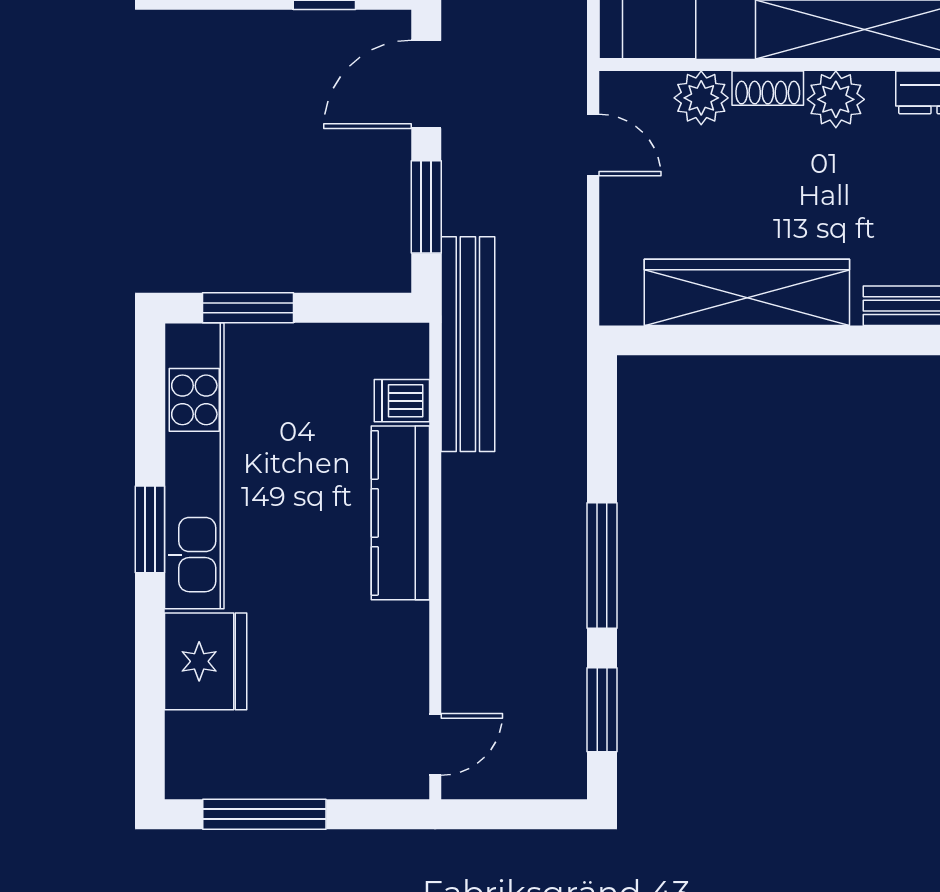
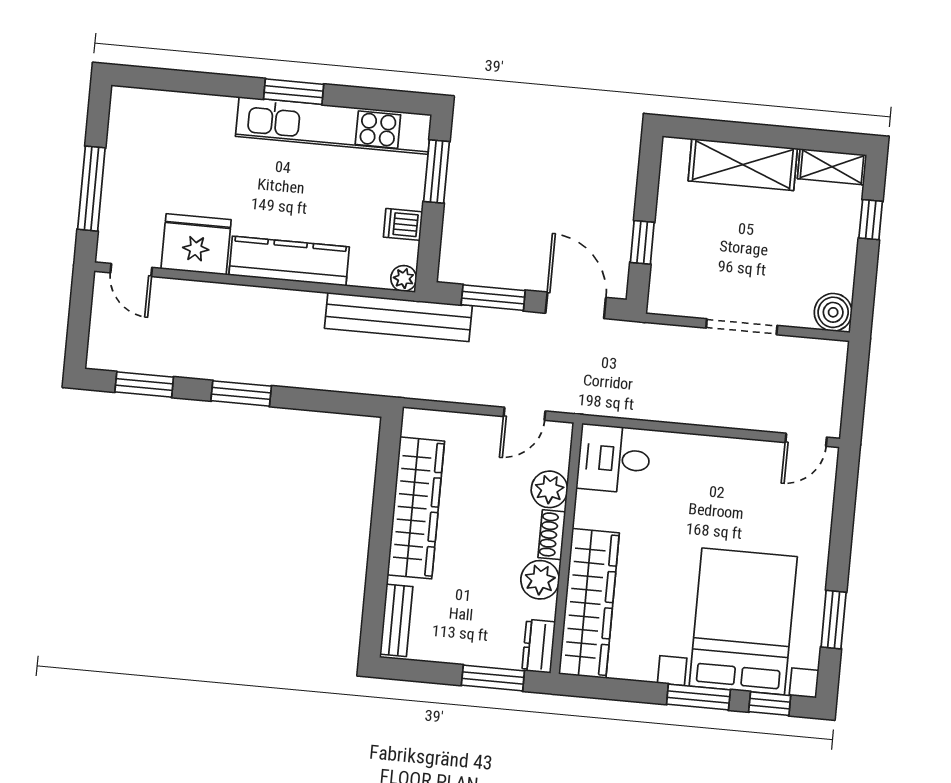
plant: (410, 342) -> (404, 278), added
dishwasher: (402, 401) -> (403, 224), moved, turned -90
window: (602, 565) -> (241, 393), width x0.69
fridge: (206, 661) -> (196, 244), moved, turned 180
window: (264, 814) -> (91, 189), moved

